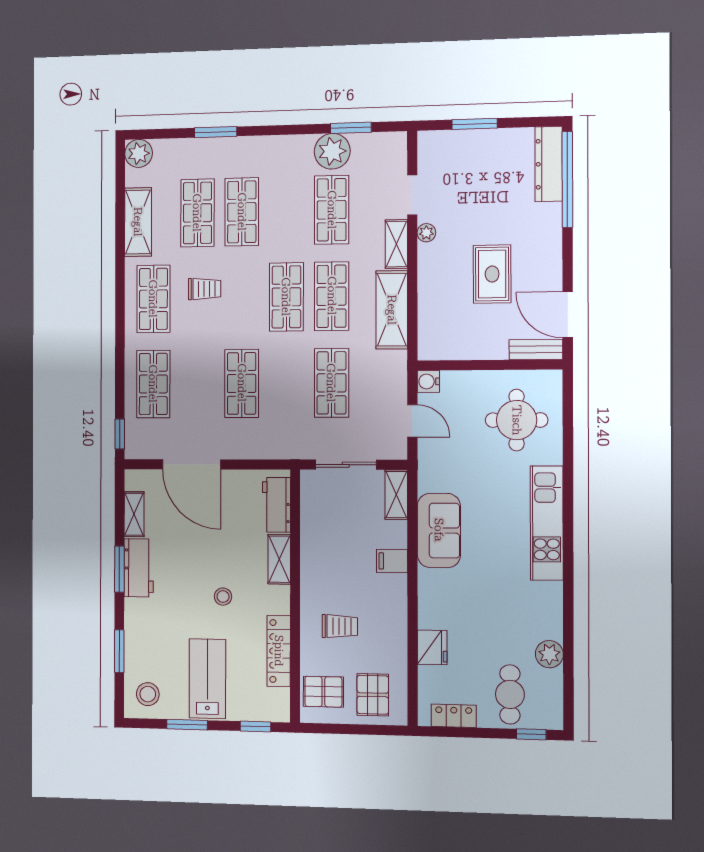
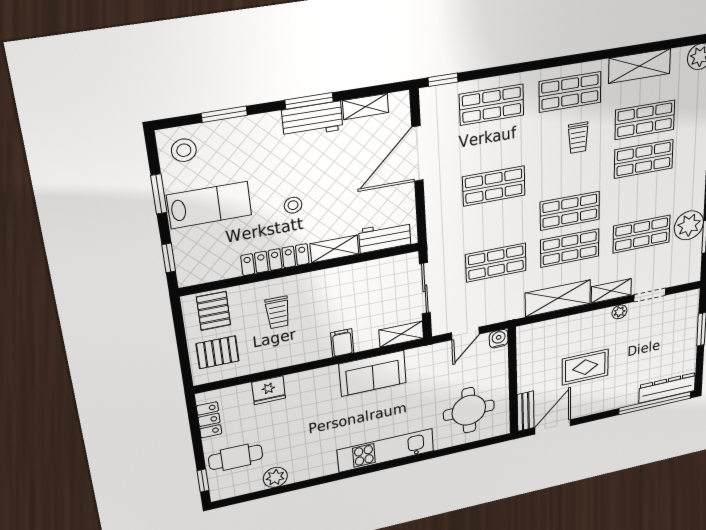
locker: (279, 651) -> (275, 260), moved

